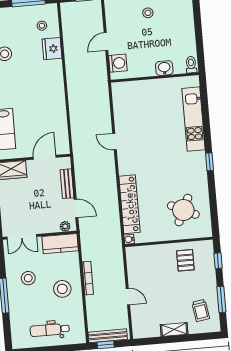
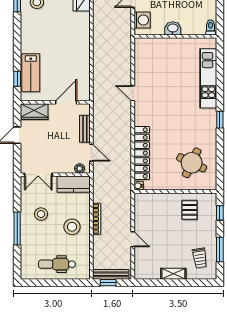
washbasin: (164, 68) -> (173, 28), moved

